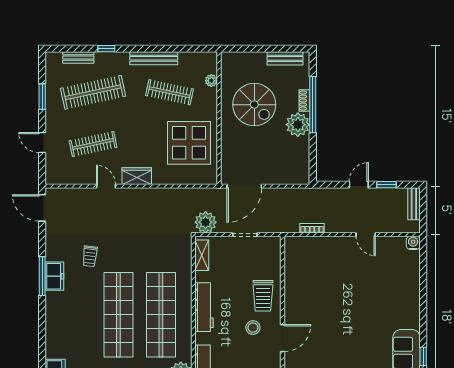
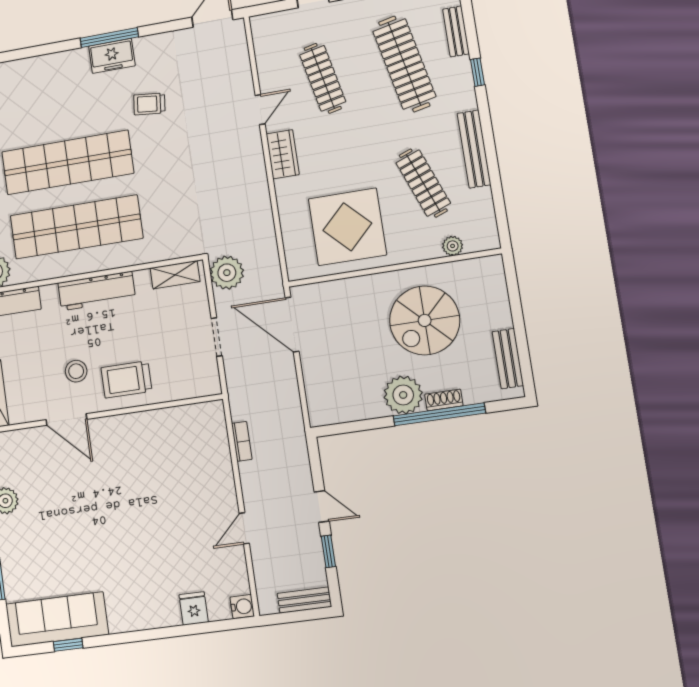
clothes rail: (169, 92) -> (423, 183), turned -33
fridge: (411, 273) -> (194, 608), added

